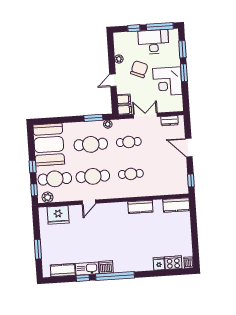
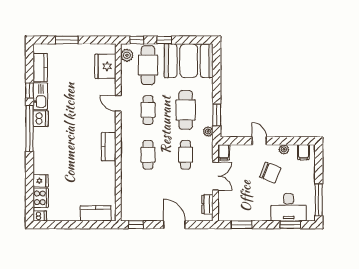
window: (134, 28) -> (319, 169), removed
desk: (153, 42) -> (289, 207), moved, turned 90
window: (184, 73) -> (242, 225), moved
corner desk: (167, 81) -> (254, 205), removed
filing cabinet: (124, 99) -> (304, 152), moved
door: (189, 148) -> (174, 225), hinge flipped
cafe table: (93, 176) -> (148, 110), width x0.73, depth x0.74
kitchen counter: (176, 205) -> (96, 213), moved, turned 90
kitchen counter: (140, 207) -> (109, 147), moved

